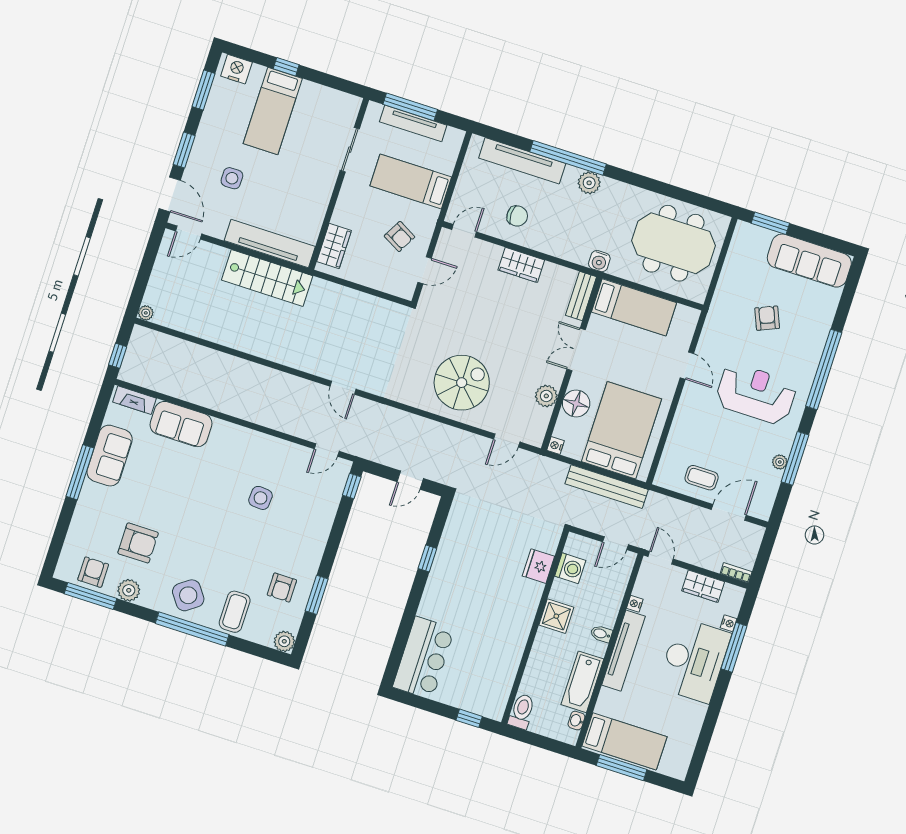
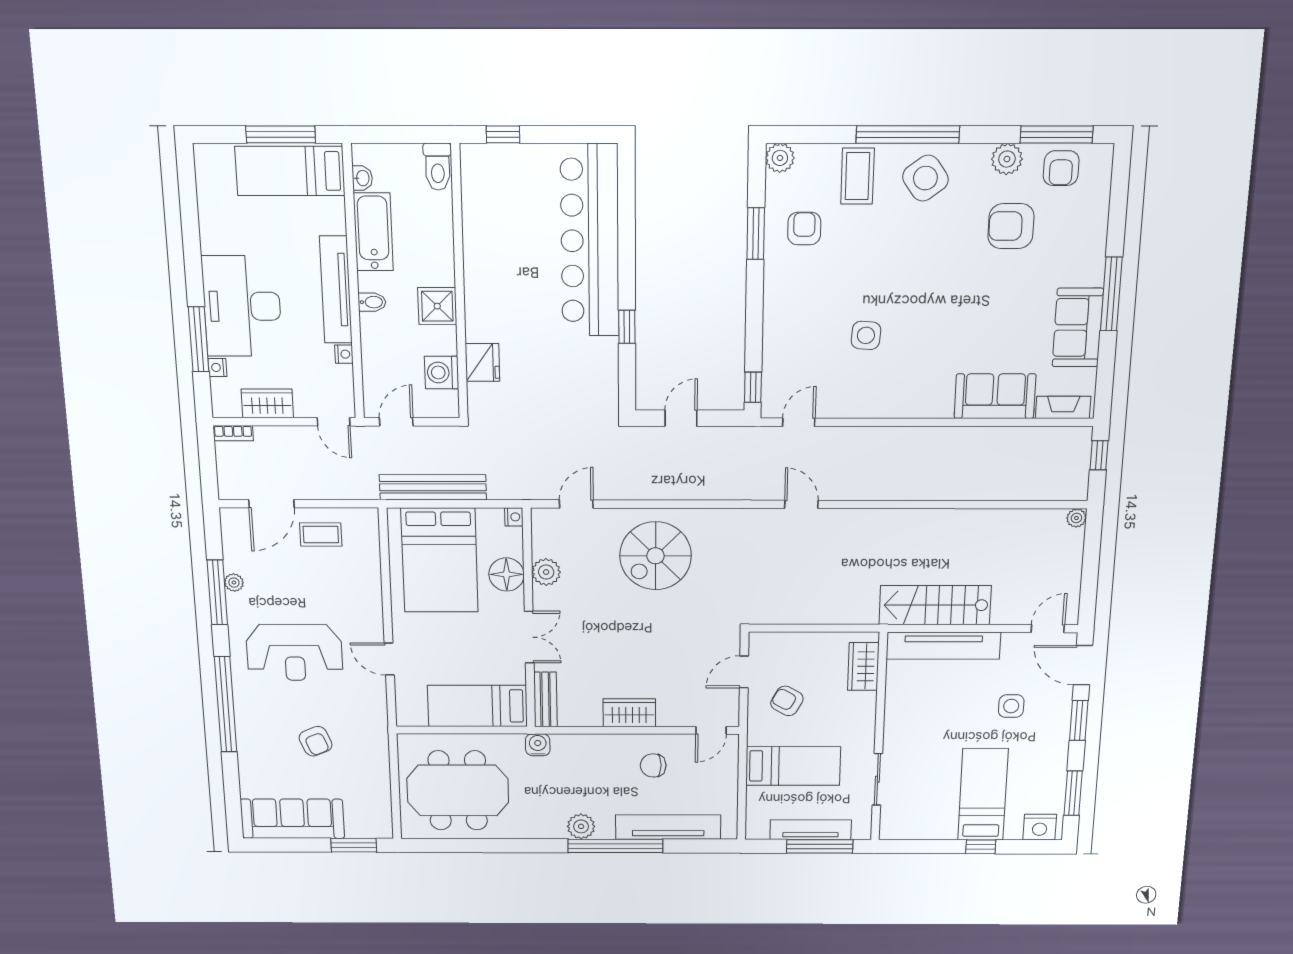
bar counter: (424, 658) -> (590, 241), width x1.86

